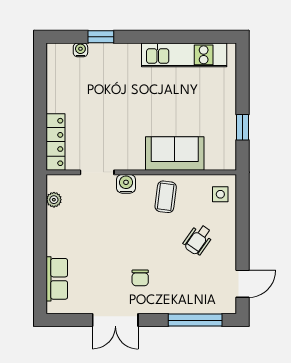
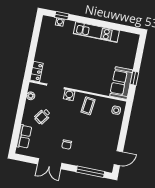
window: (101, 37) -> (62, 16), moved
kitchen unit: (184, 55) -> (96, 32), moved
locker: (56, 142) -> (36, 72), width x0.66
sofa: (175, 153) -> (121, 83), moved, turned -90
wheelchair: (198, 240) -> (42, 116), moved

